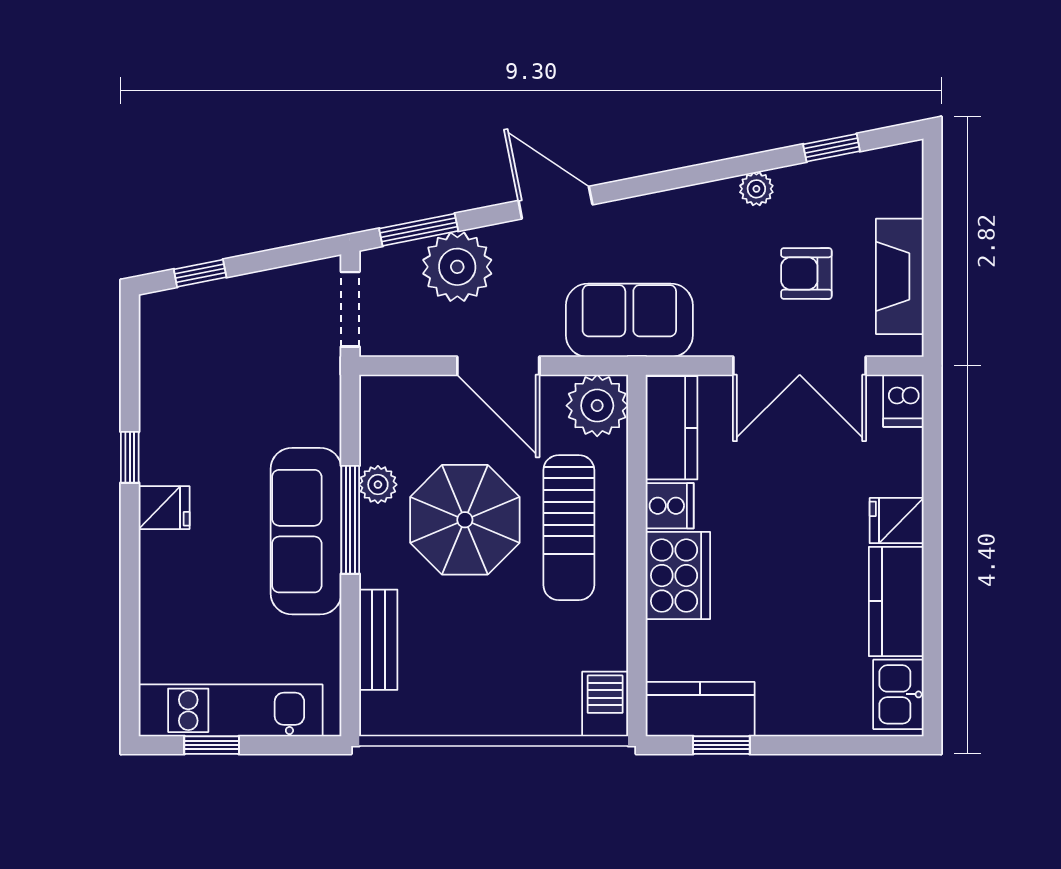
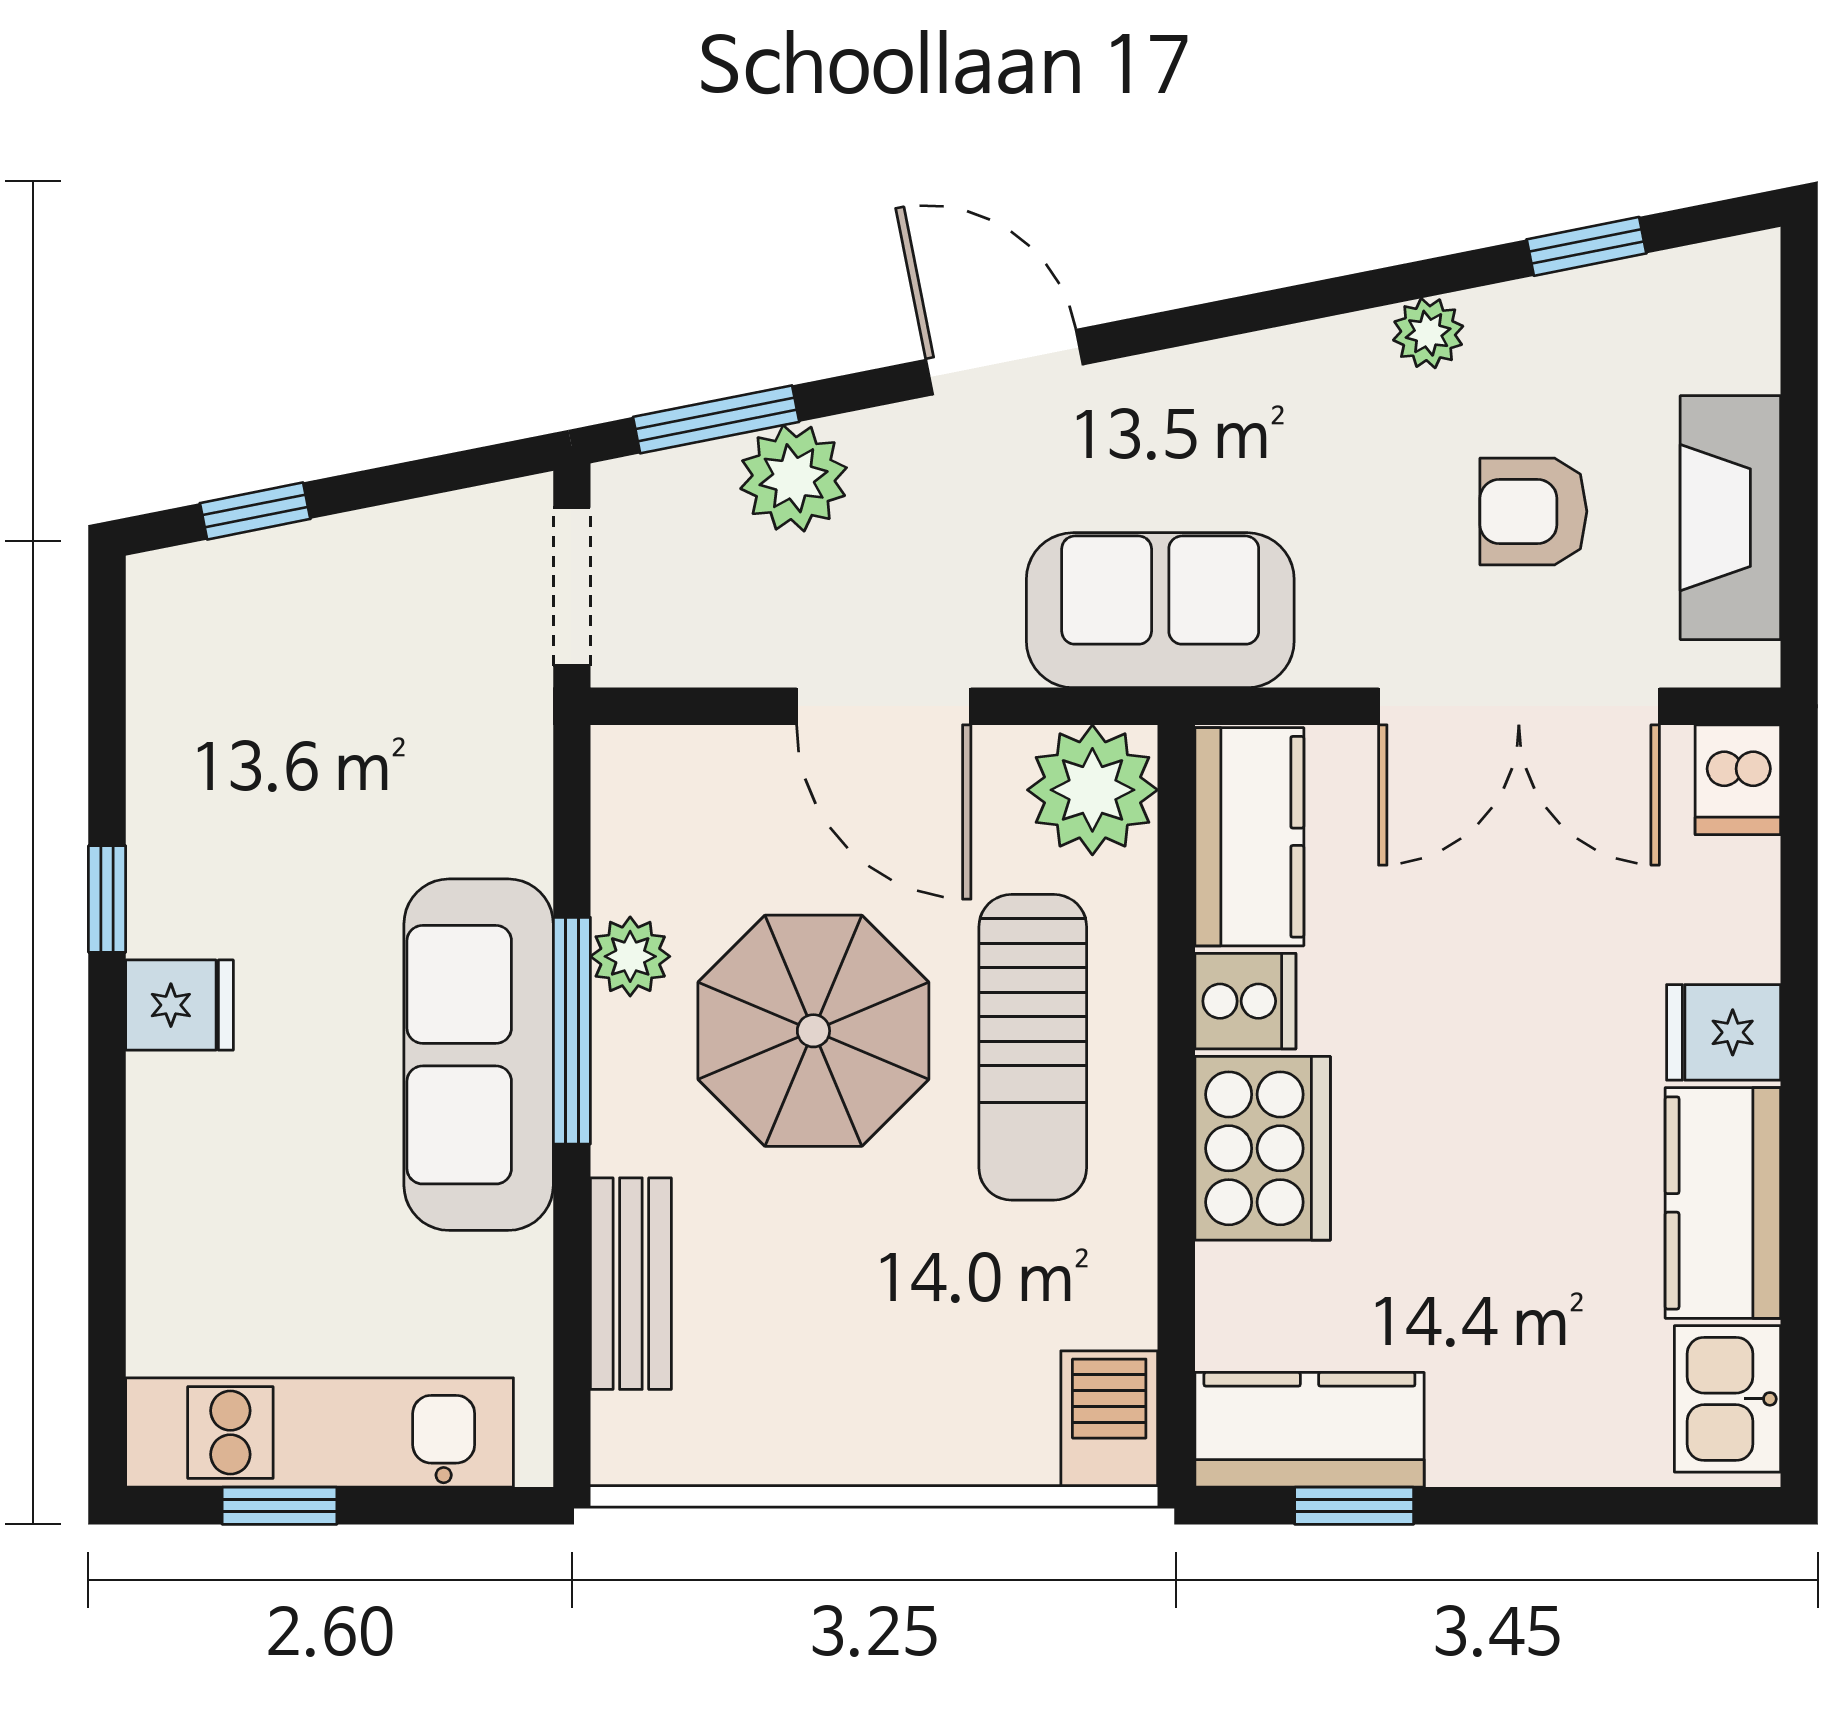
plant: (457, 267) -> (794, 478), width x0.73, depth x0.73

